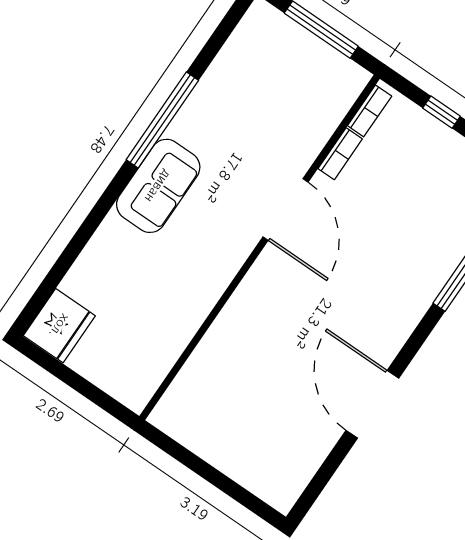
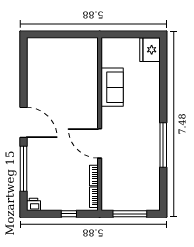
sofa: (158, 186) -> (112, 87), moved, turned 180
door: (372, 404) -> (23, 122), moved

